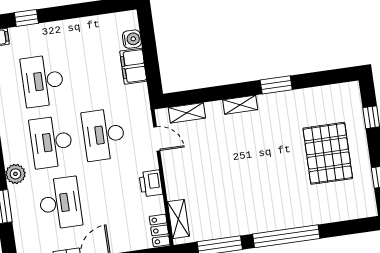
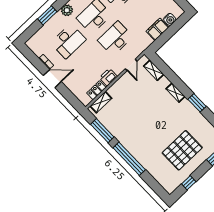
locker: (160, 230) -> (96, 90), moved

